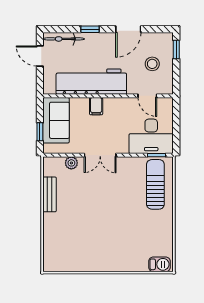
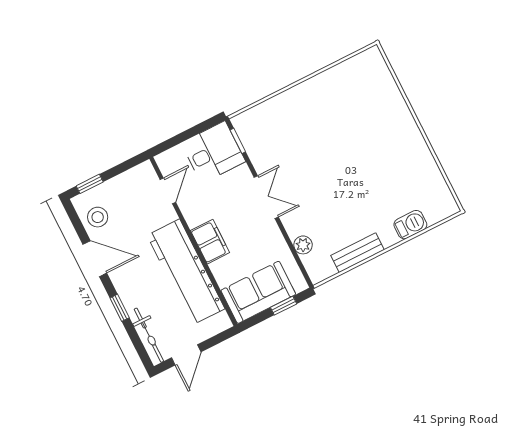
stool: (152, 64) -> (98, 217), moved
filing cabinet: (96, 106) -> (210, 242), width x2.00
desk: (151, 136) -> (213, 152), width x0.73
double door: (100, 155) -> (266, 197), moved
sun lounger: (155, 184) -> (276, 123), removed
barbecue: (159, 264) -> (410, 225), moved, turned 90

